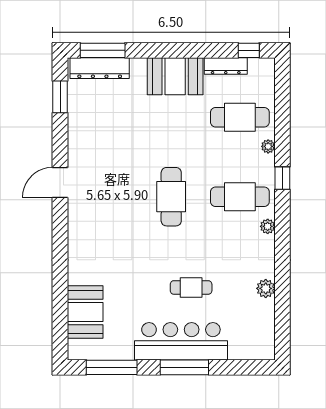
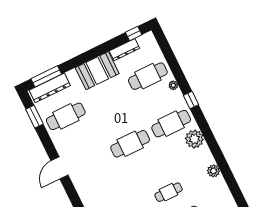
cafe table: (103, 117) -> (66, 116), added
cafe table: (171, 197) -> (130, 144), turned 90
plant: (268, 226) -> (194, 139), width x1.88, depth x1.88

